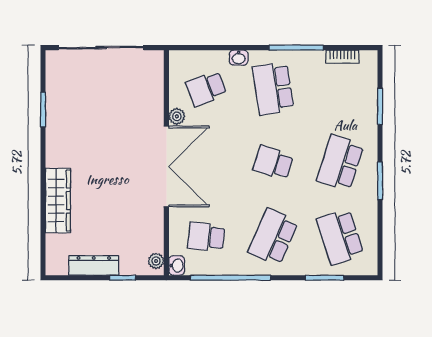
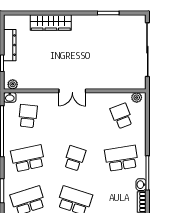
washbasin: (239, 58) -> (141, 185), moved
plant: (177, 116) -> (137, 98), moved
double door: (166, 166) -> (72, 91), width x0.54
school desk: (273, 237) -> (28, 158), turned -36

